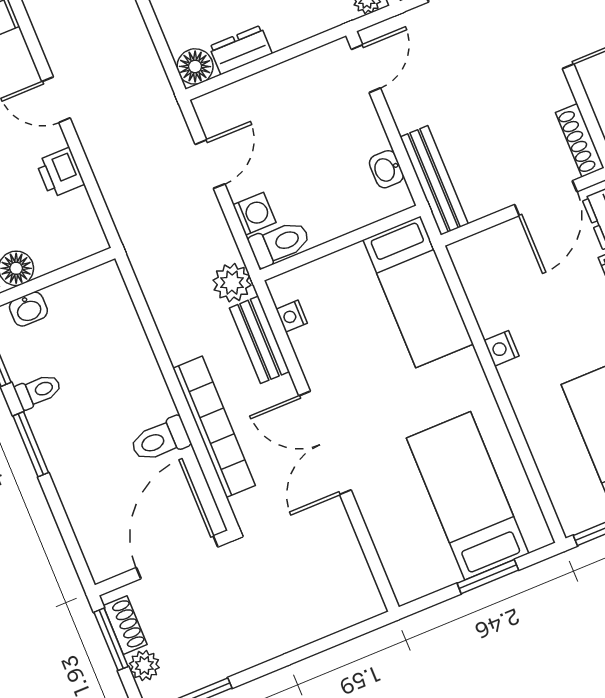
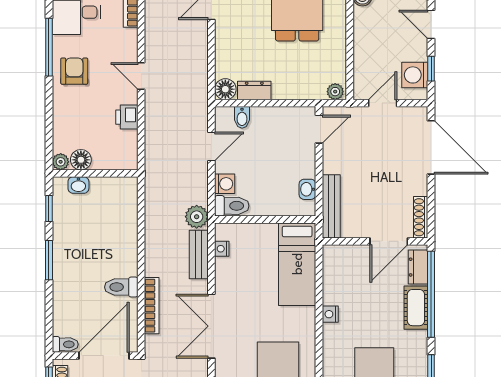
bidet: (239, 100) -> (242, 117), added
toilet: (38, 391) -> (65, 344), moved
bookcase: (214, 427) -> (152, 306), width x0.68, depth x0.76

